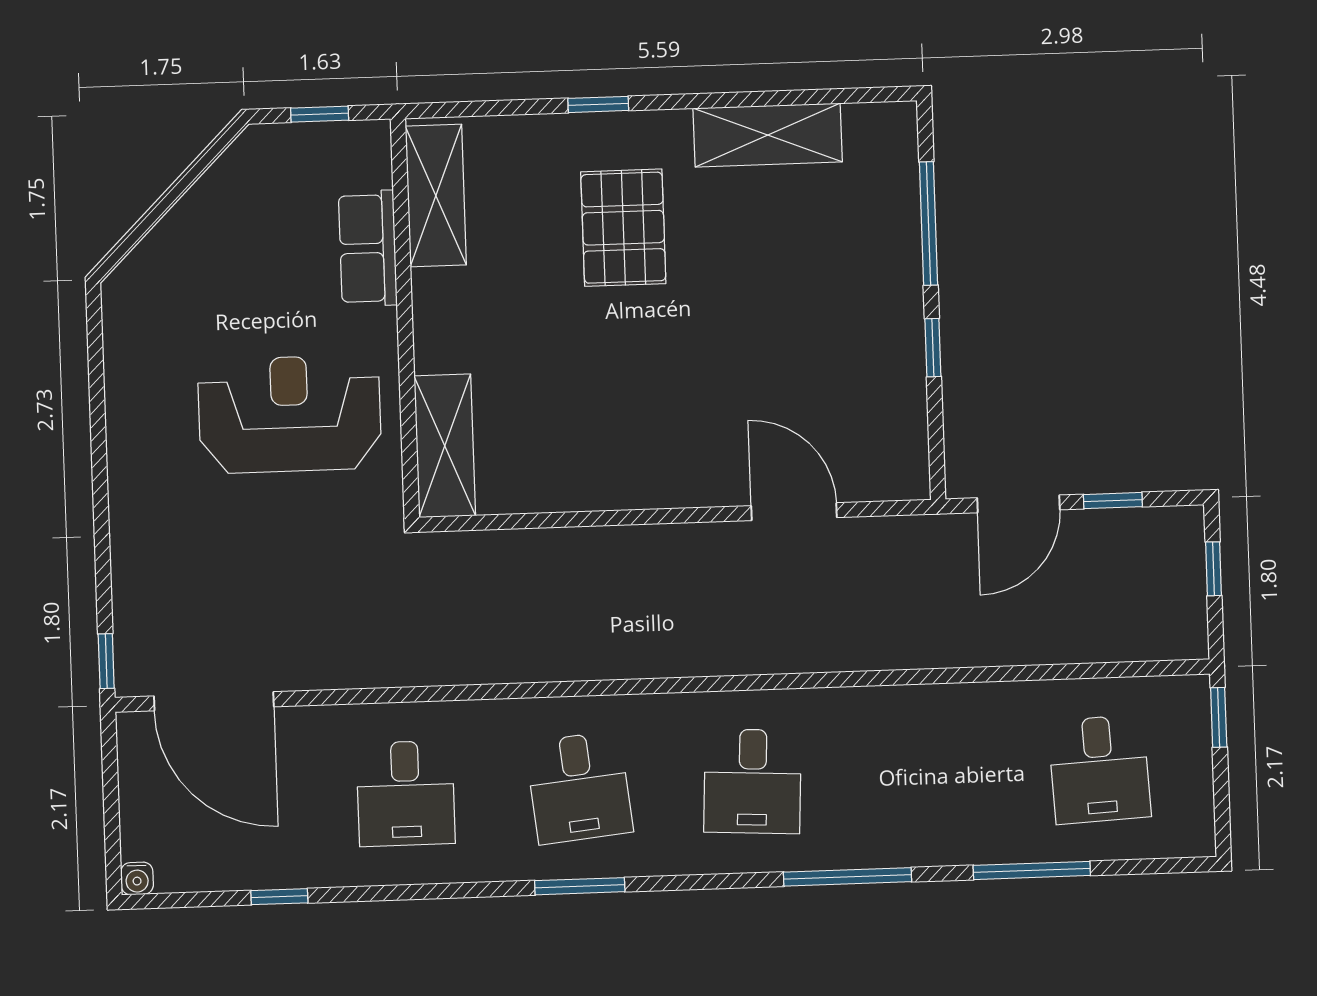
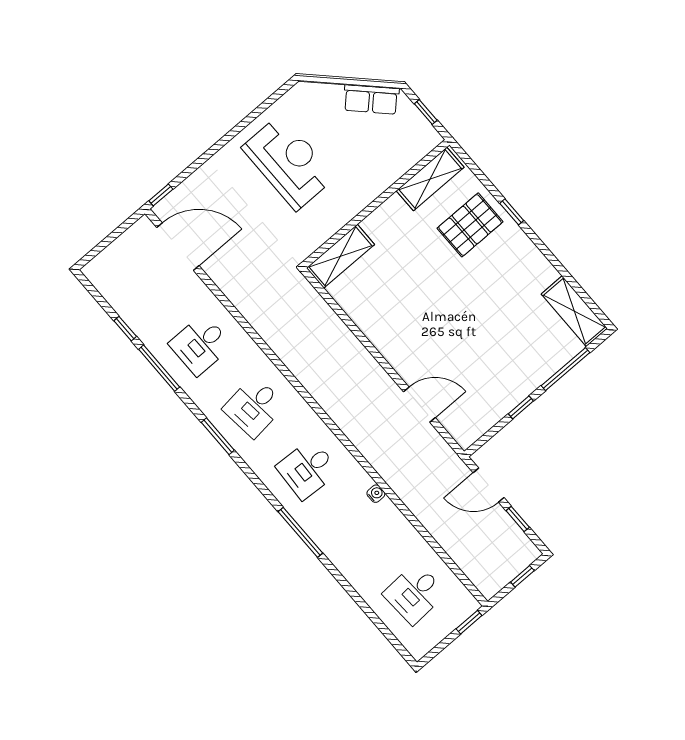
shelving: (768, 135) -> (574, 311), moved
pallet: (623, 228) -> (470, 225), moved
row of seats: (368, 248) -> (371, 99), moved, turned -135
reception desk: (290, 414) -> (289, 162), moved
door: (794, 512) -> (419, 405), hinge flipped
door: (214, 701) -> (178, 247), swing flipped
window: (1032, 870) -> (159, 368), moved
water cooler: (137, 878) -> (376, 494), moved, turned 180

